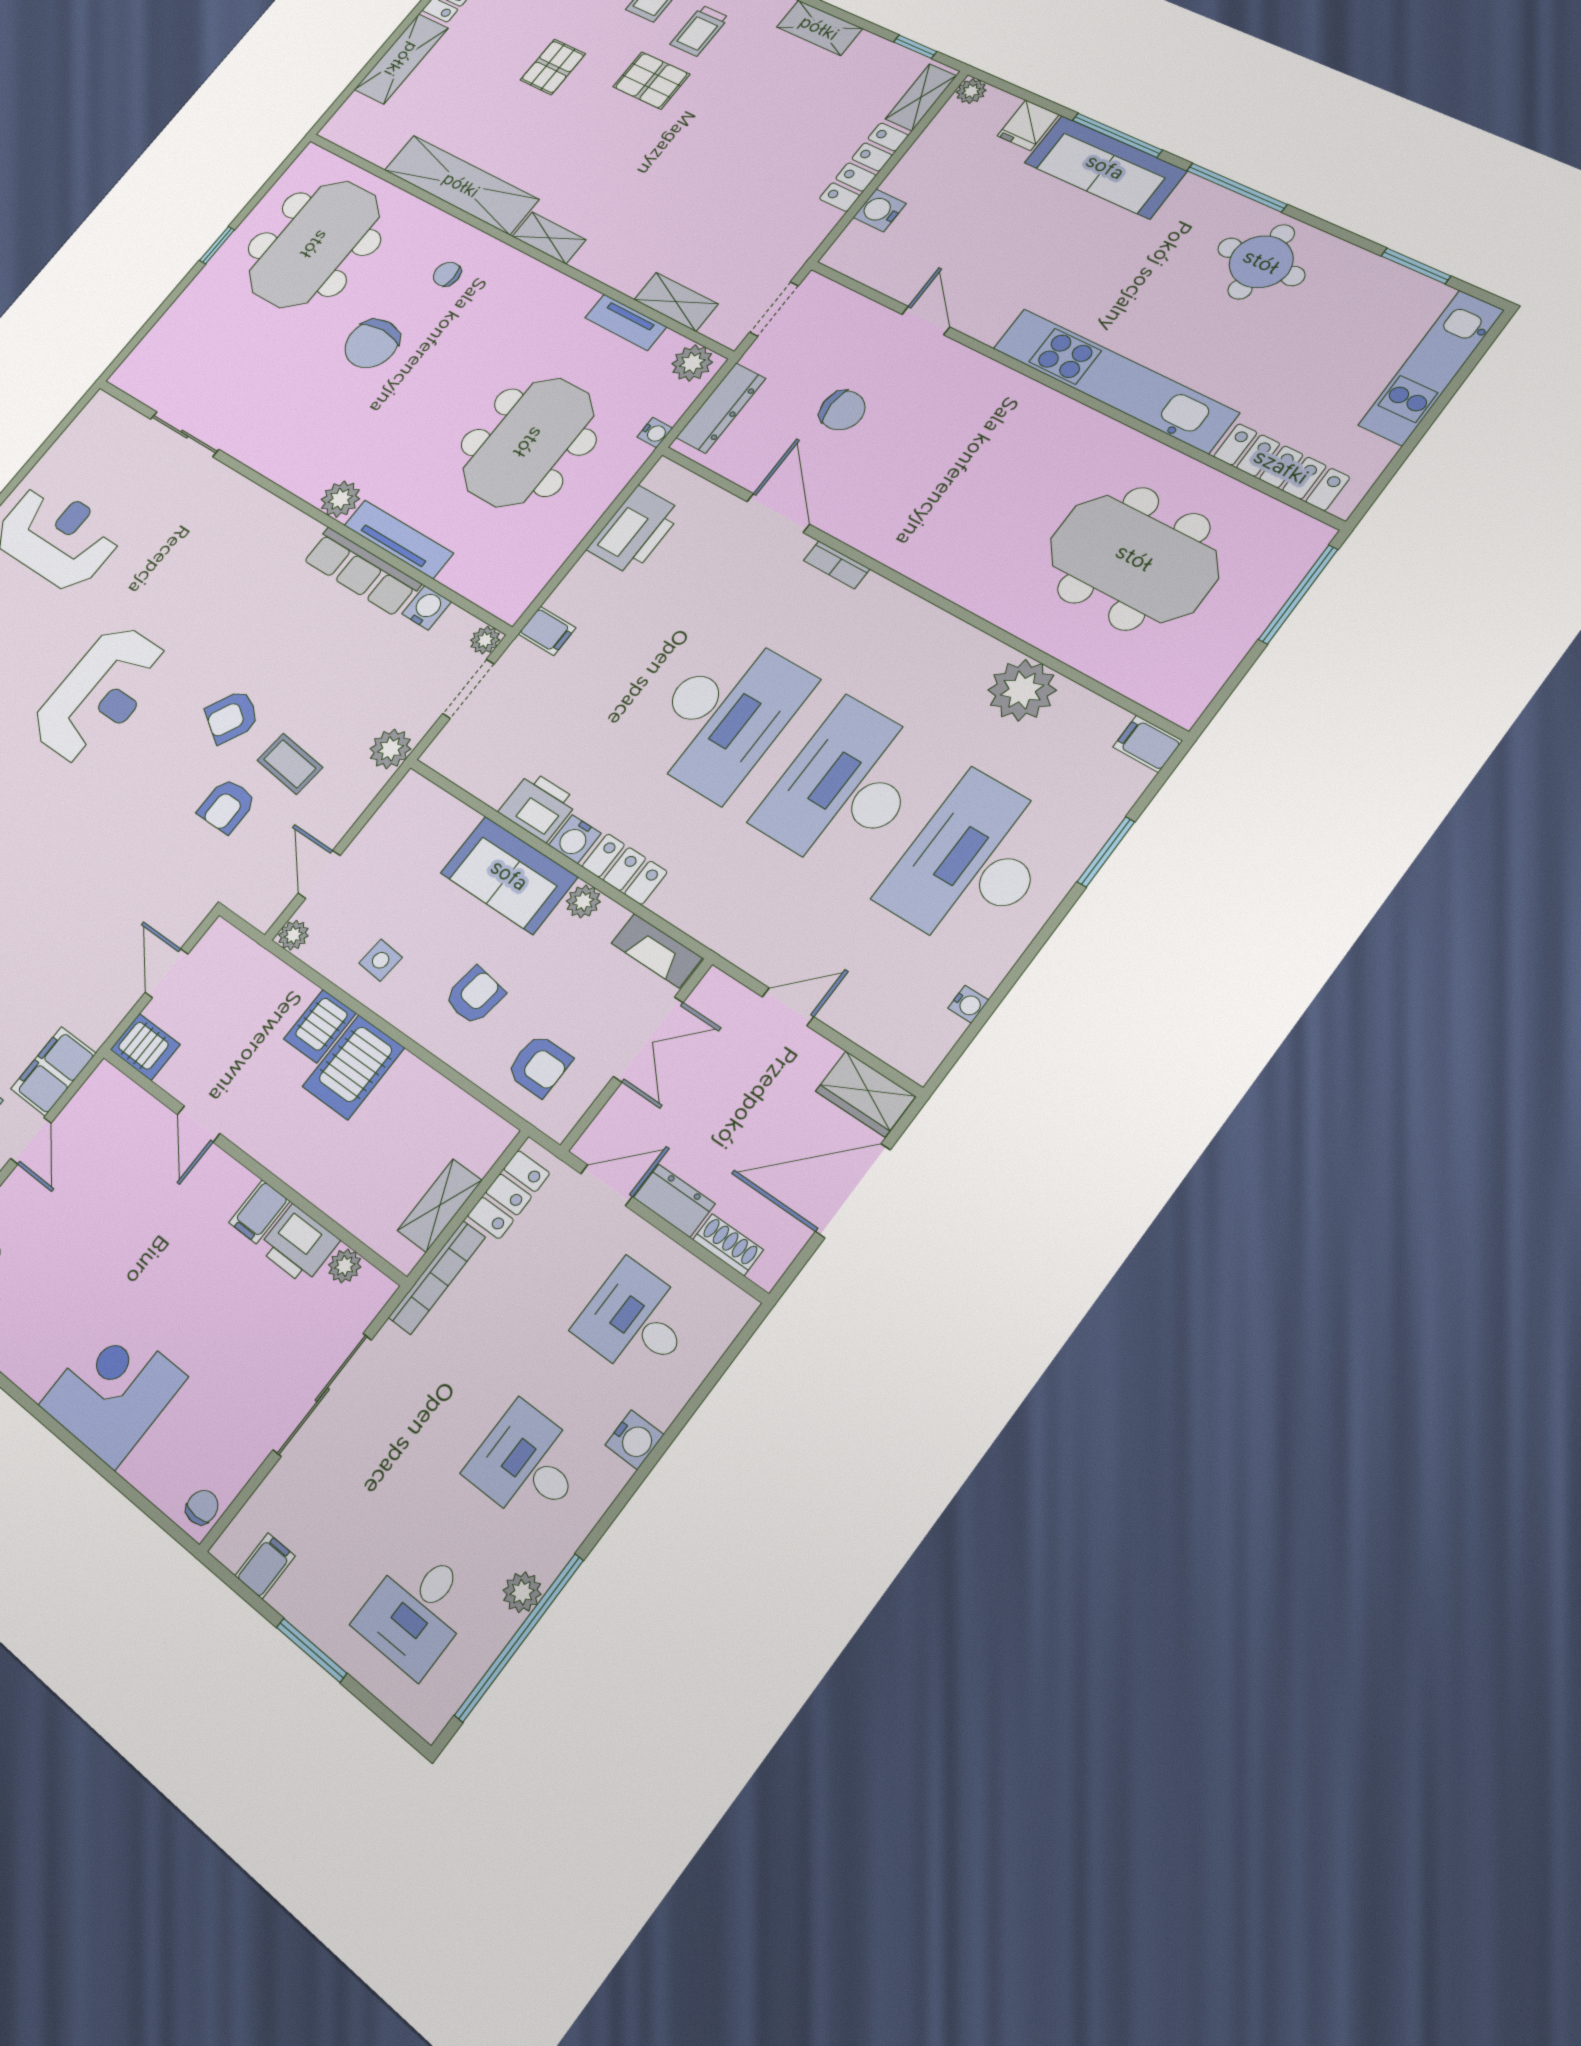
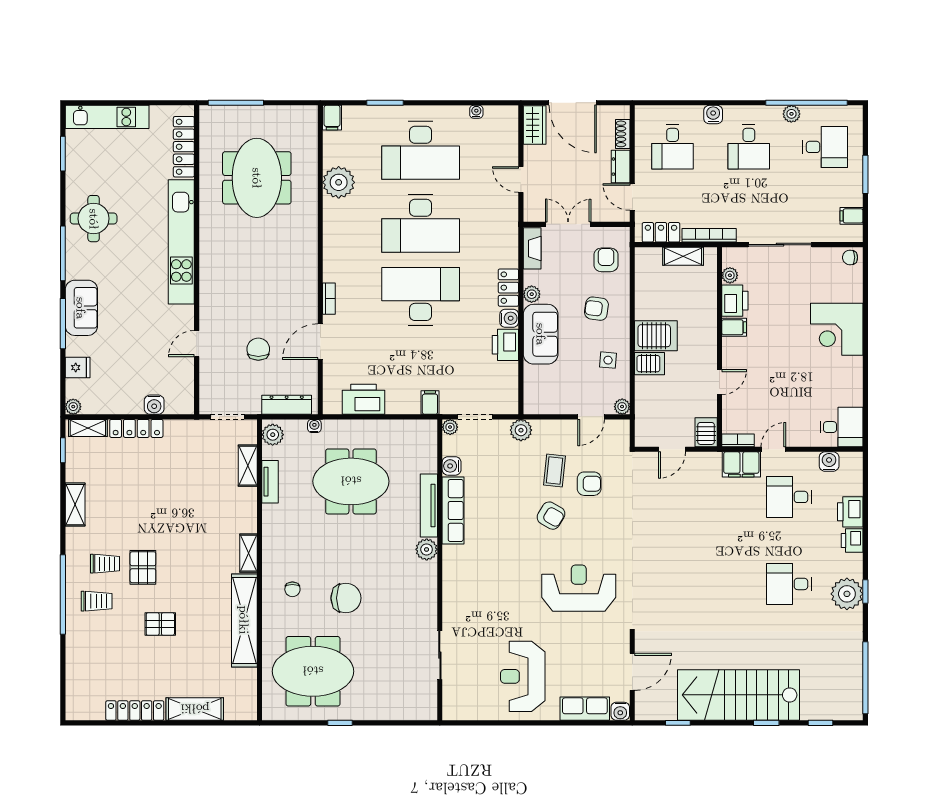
sofa: (1105, 167) -> (81, 308), width x0.73
bookcase: (91, 1091) -> (738, 440), added

